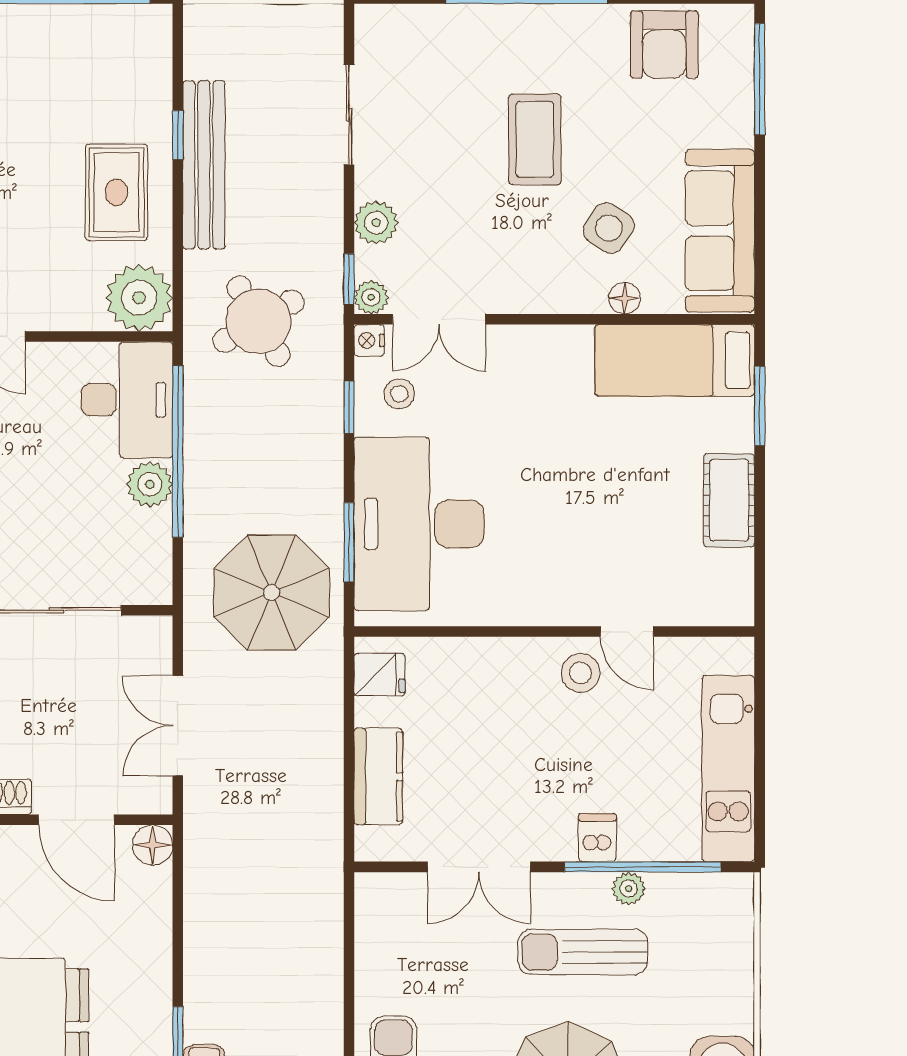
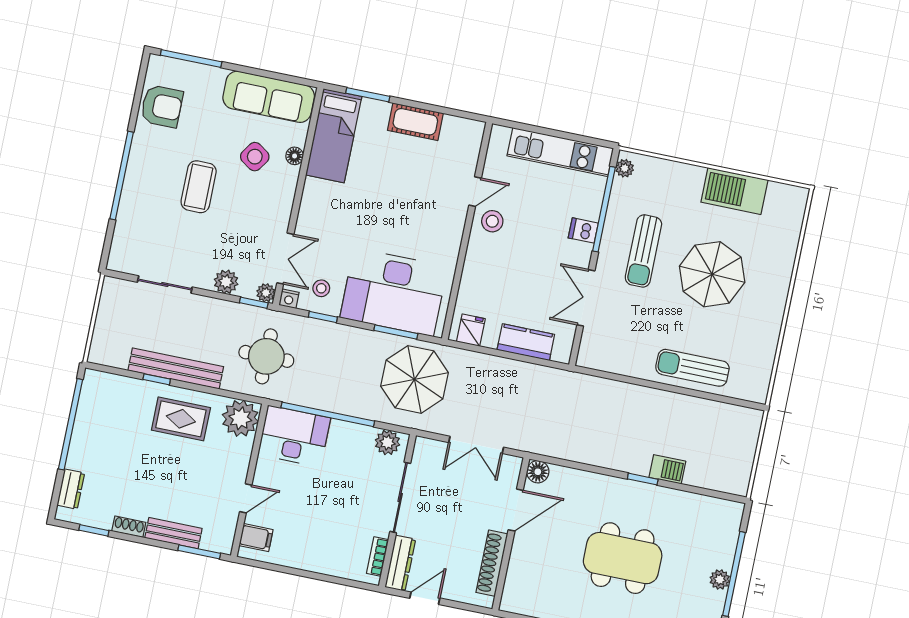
coffee table: (535, 139) -> (199, 187), turned 90
round table: (258, 321) -> (266, 356), turned 30
plant: (150, 484) -> (387, 442), moved
double door: (479, 867) -> (586, 298), swing flipped
plant: (629, 889) -> (625, 168), moved

